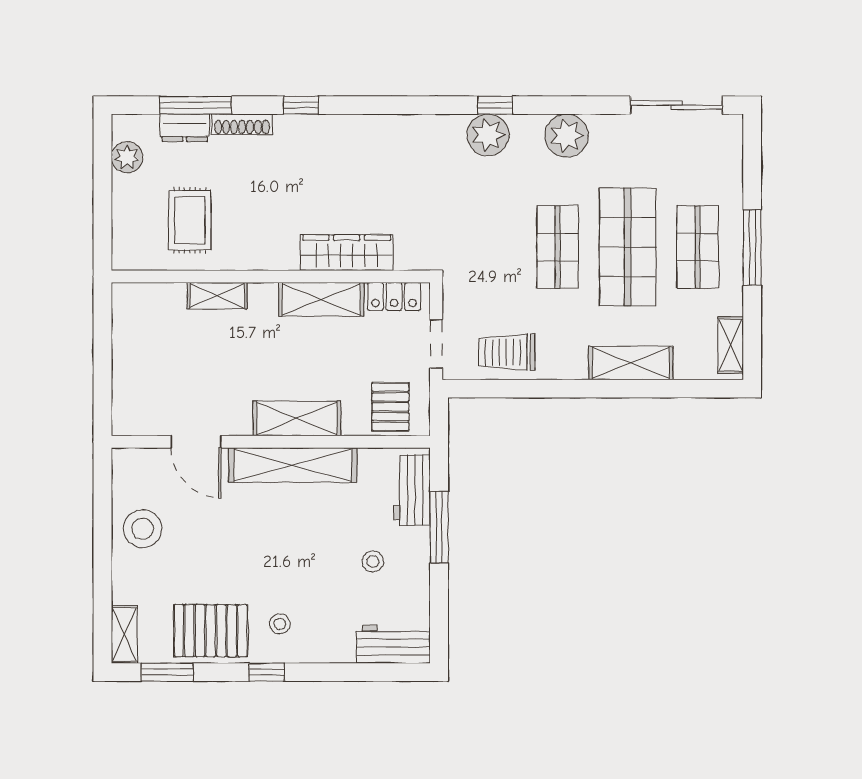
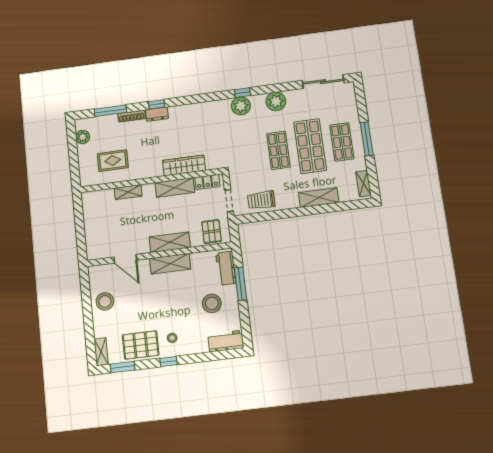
dresser: (185, 128) -> (157, 114), moved
rug: (190, 220) -> (113, 161), turned 90
shelving: (293, 465) -> (170, 264), width x0.68
stool: (373, 561) -> (212, 303), width x1.89, depth x1.89

